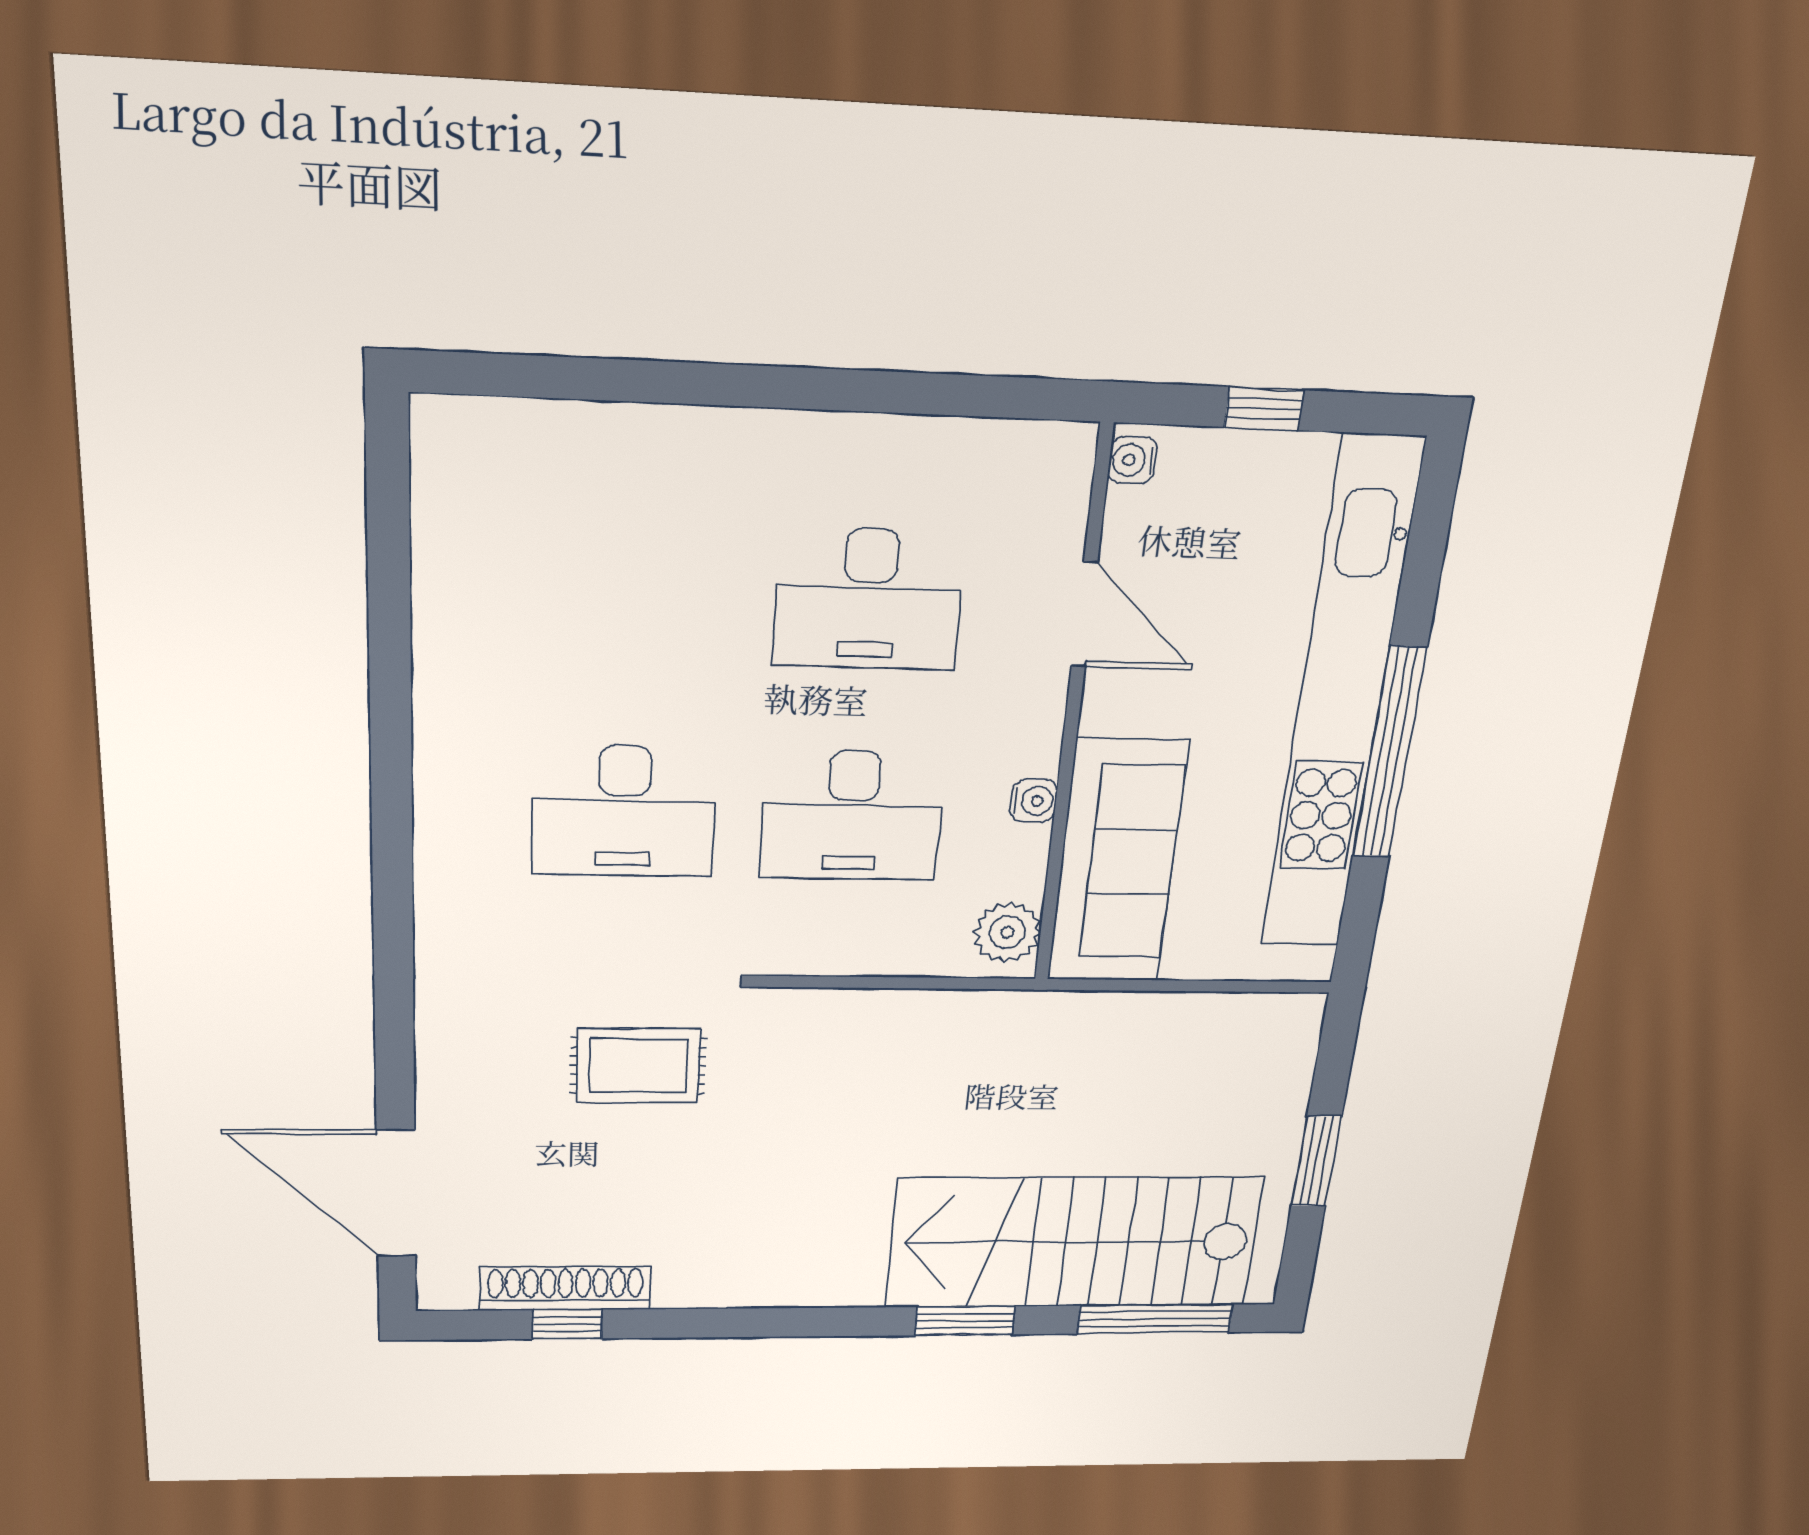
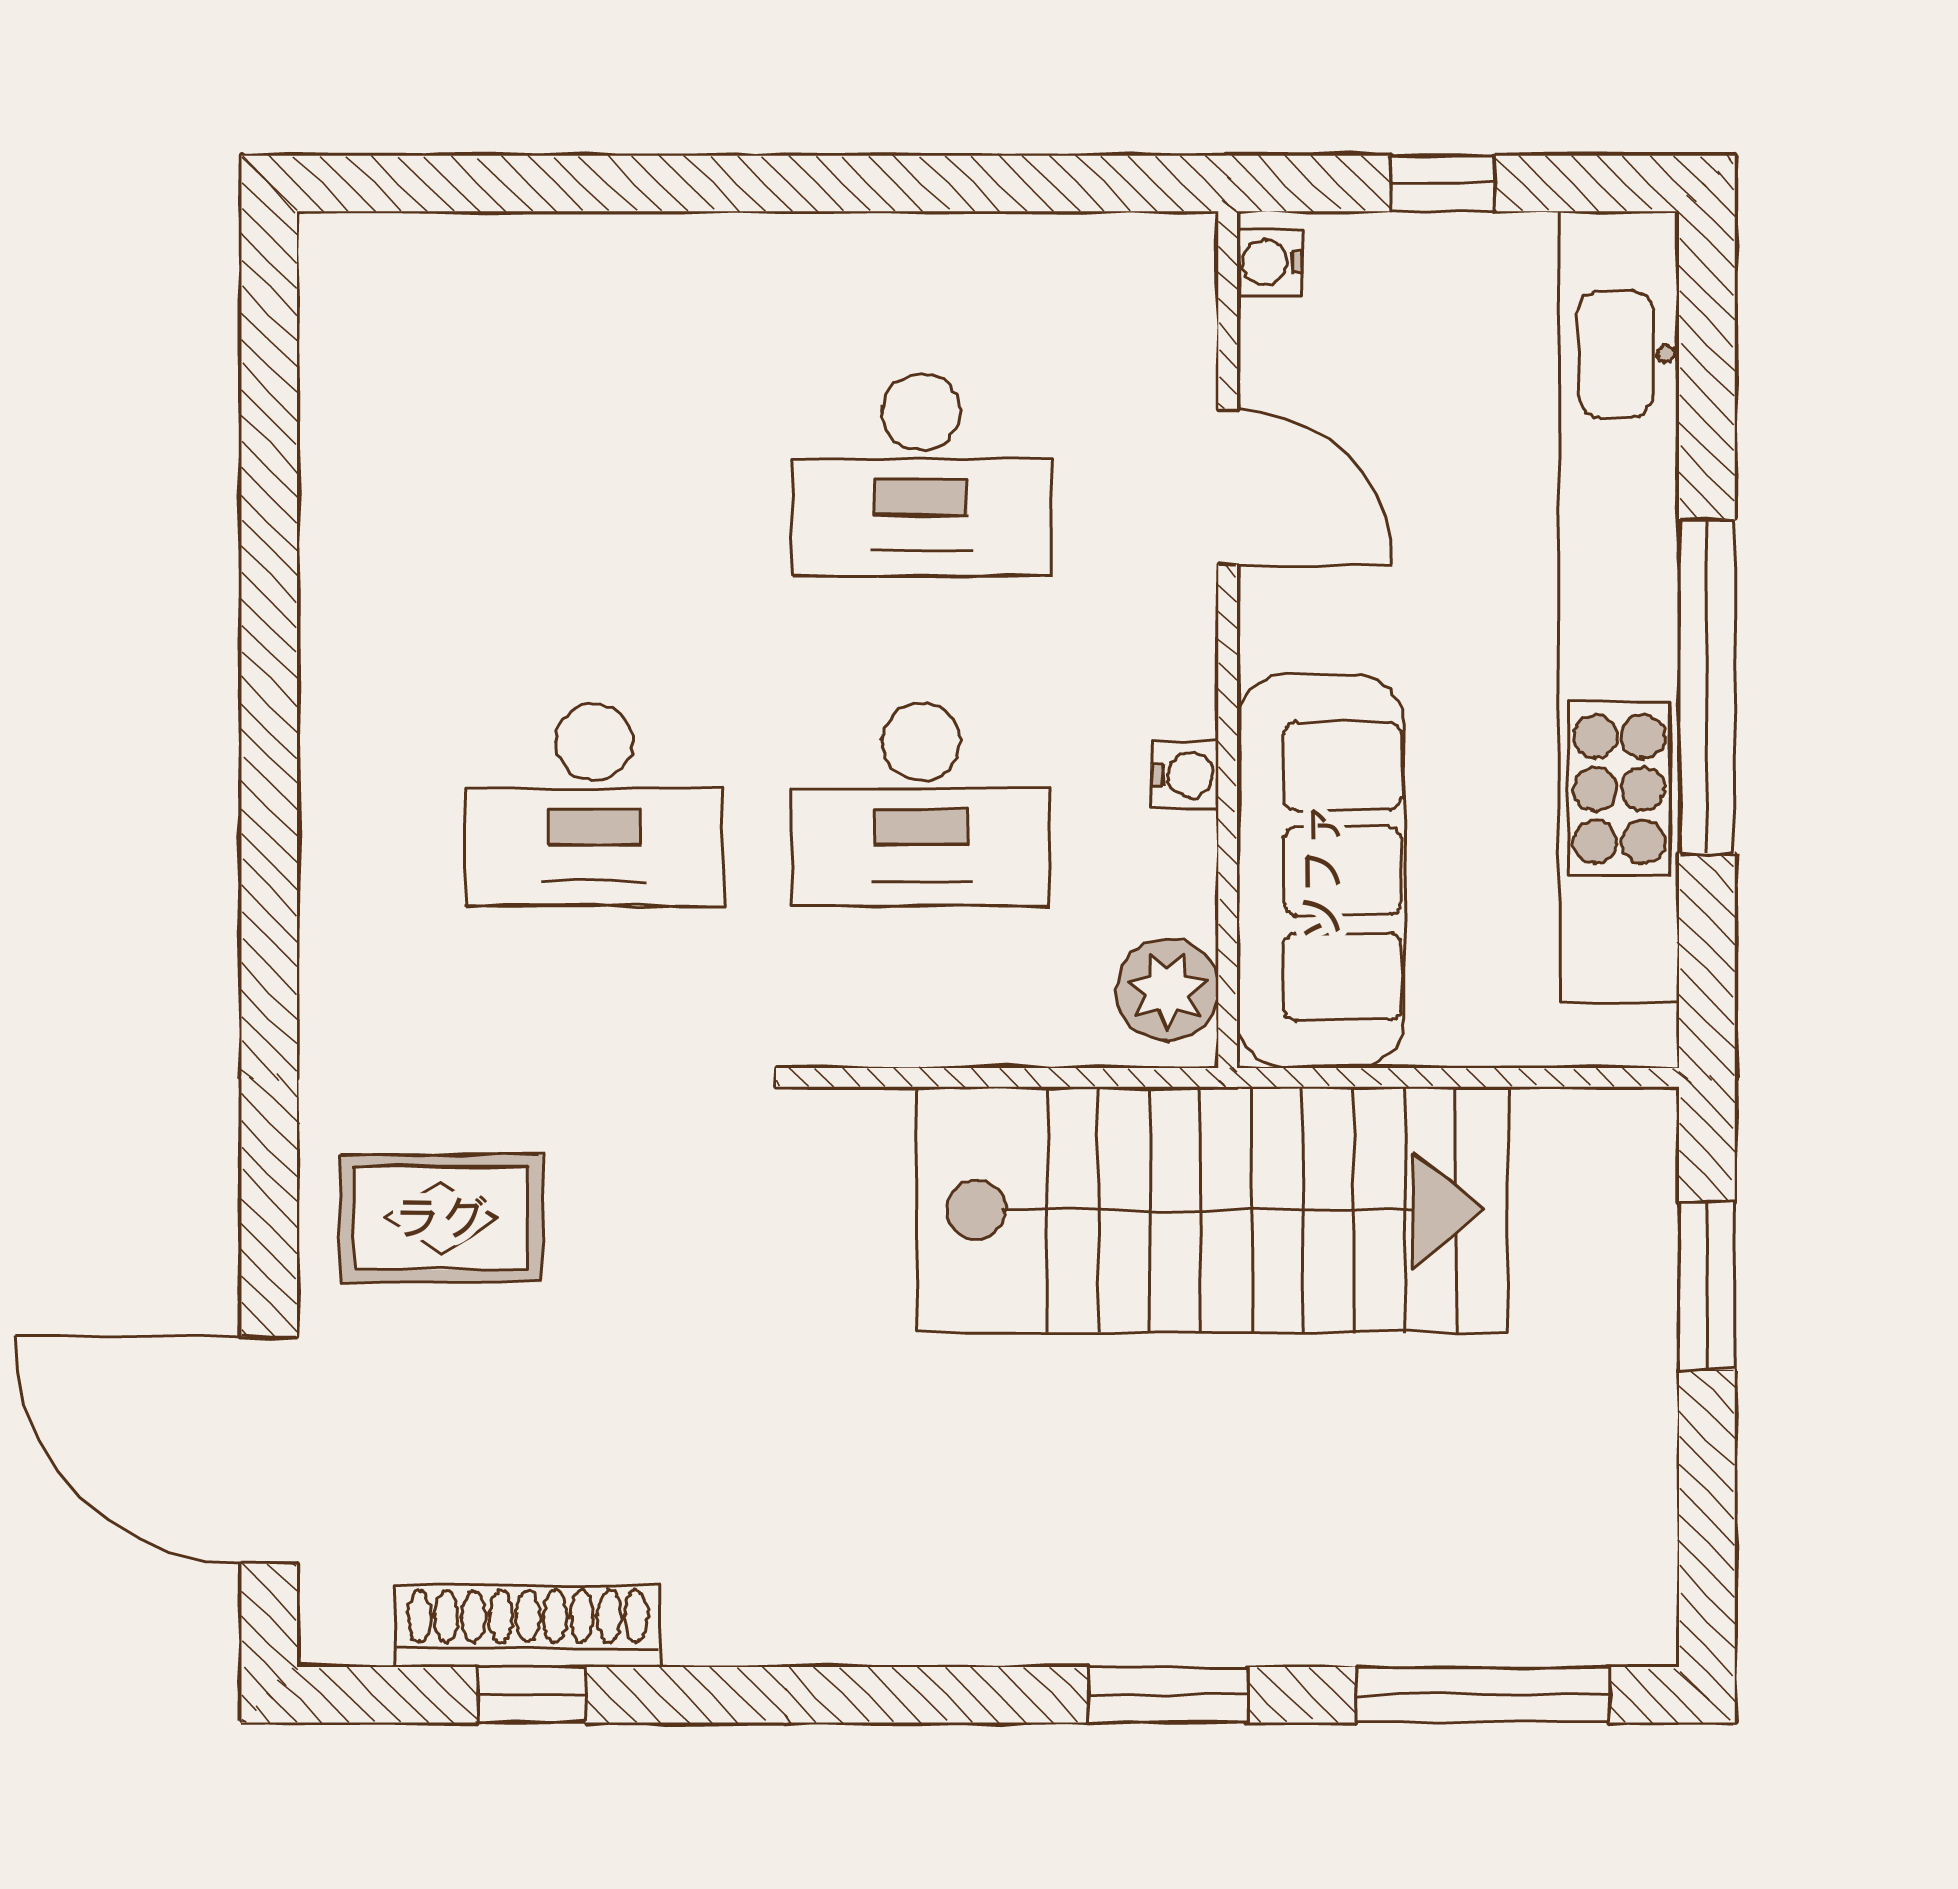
rug: (638, 1066) -> (441, 1218), moved
window: (1316, 1161) -> (1707, 1286), moved
stairs: (1074, 1242) -> (1212, 1210), moved, turned 180

